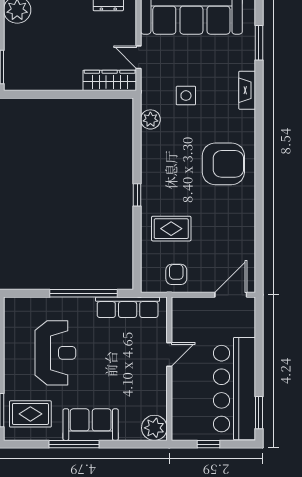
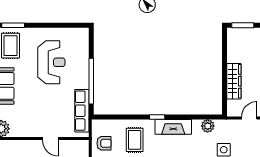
wardrobe: (110, 80) -> (234, 81), moved
fireplace: (152, 171) -> (173, 127), added
reception desk: (55, 353) -> (51, 62), turned -90

